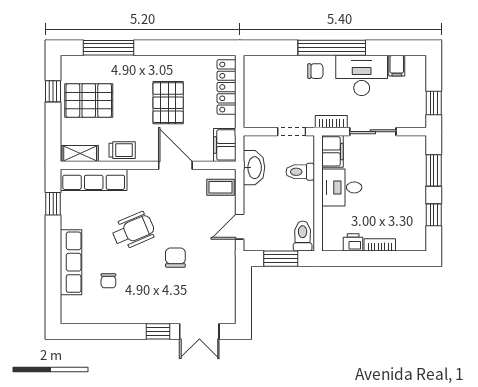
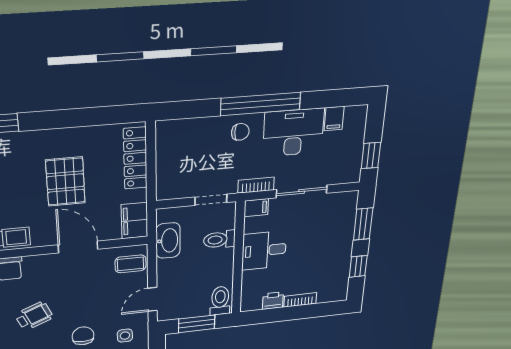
filing cabinet: (332, 151) -> (256, 208), width x0.50
wheelchair: (133, 231) -> (34, 316), width x0.73, depth x0.73
side table: (214, 263) -> (125, 336), added

